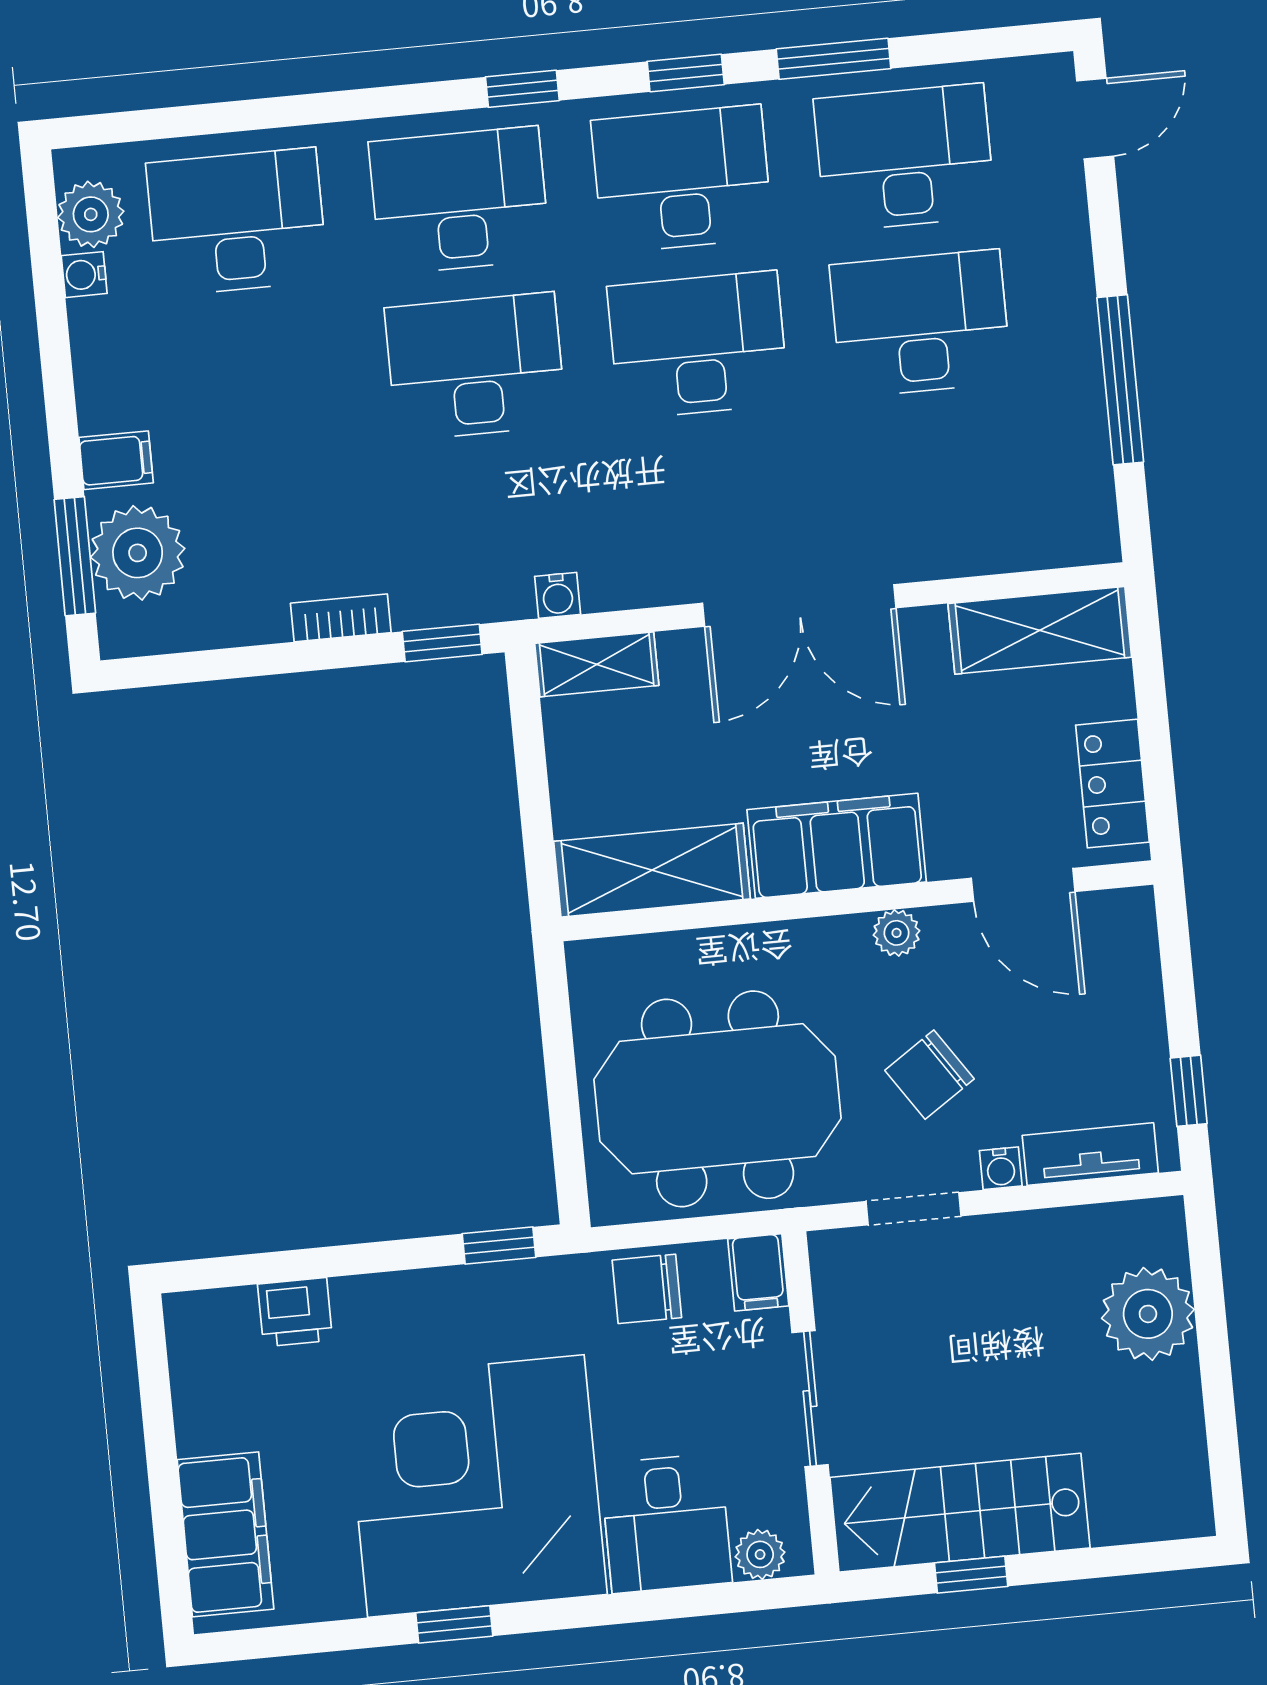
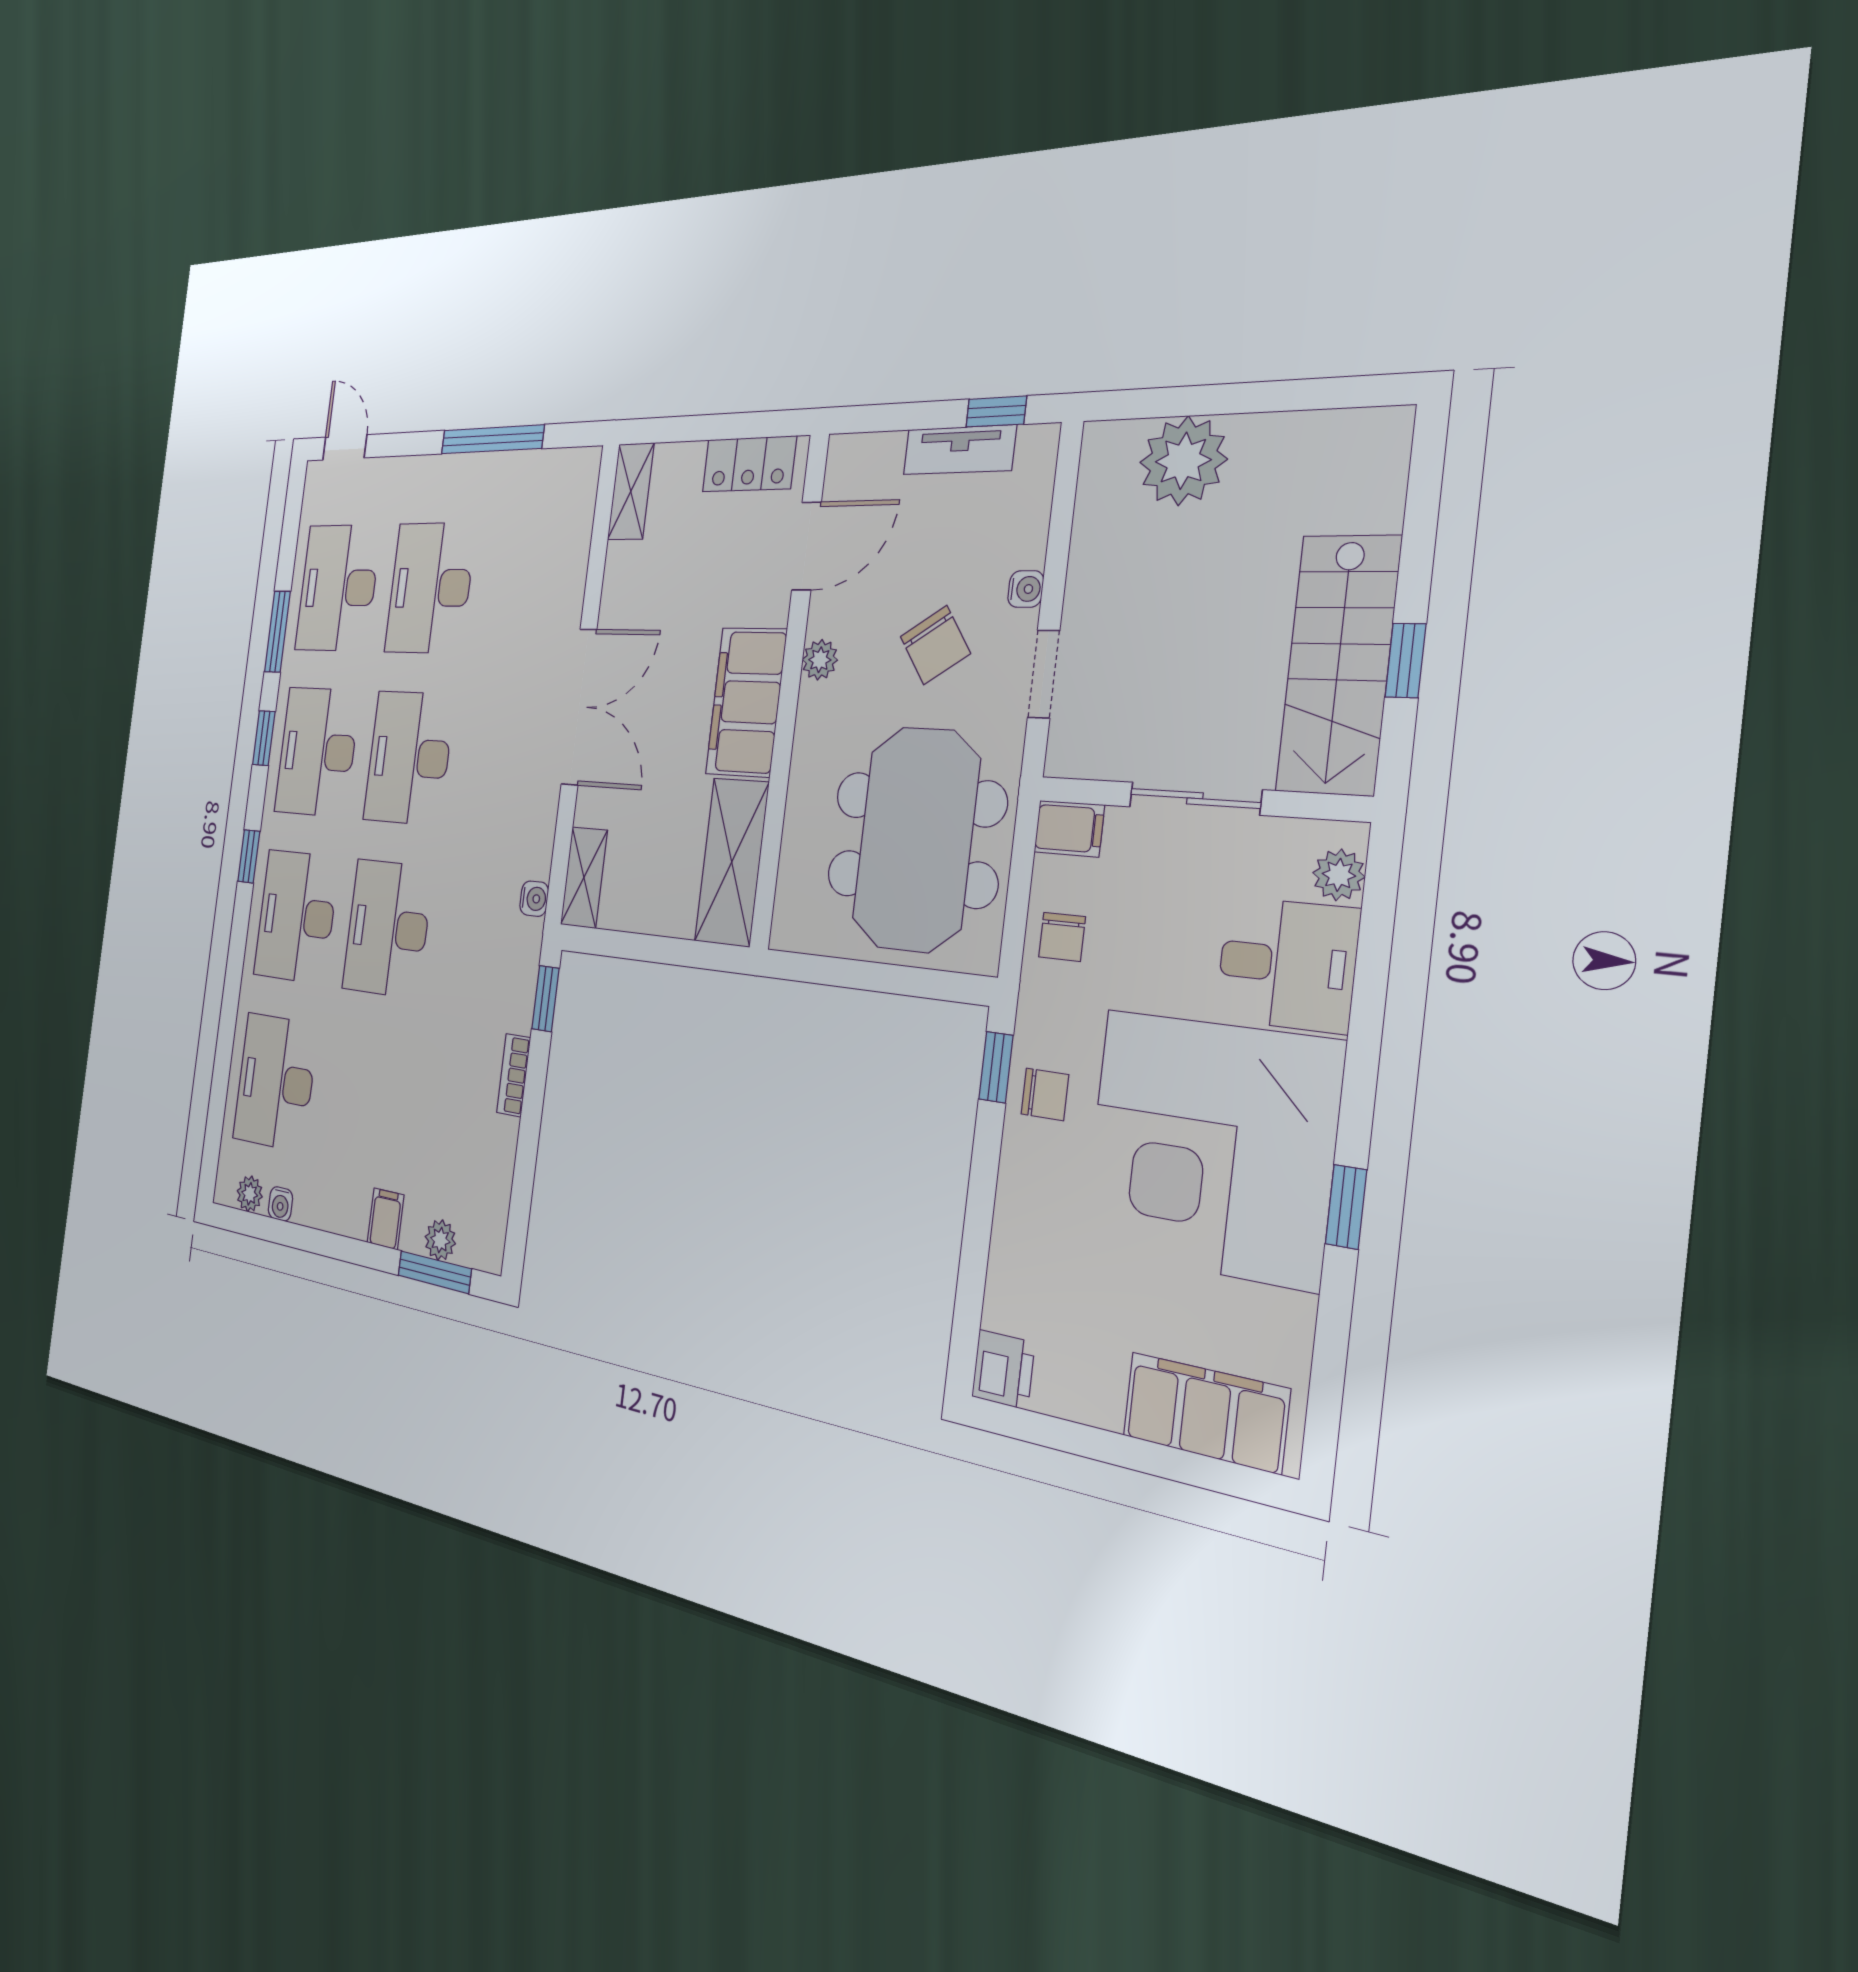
plant: (91, 214) -> (250, 1194), width x0.73, depth x0.73
plant: (138, 553) -> (440, 1240), width x0.53, depth x0.53
shelving: (1040, 630) -> (631, 492), width x0.67, depth x0.75
tv unit: (1090, 1154) -> (959, 450), moved, turned -90
chair: (647, 1289) -> (1062, 937), width x0.73, depth x0.73
chair: (484, 1305) -> (1045, 1094), added
printer: (295, 1312) -> (1003, 1370), moved

